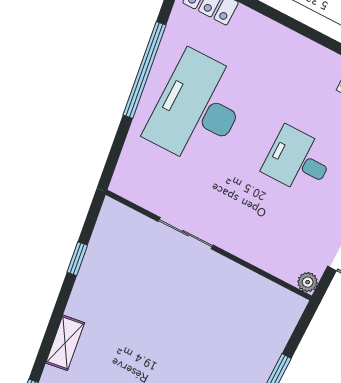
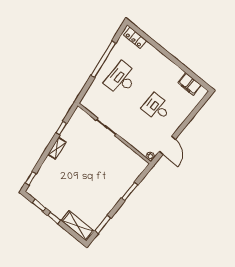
desk: (198, 109) -> (121, 79), width x0.73, depth x0.77
shelving: (65, 343) -> (57, 148), moved

